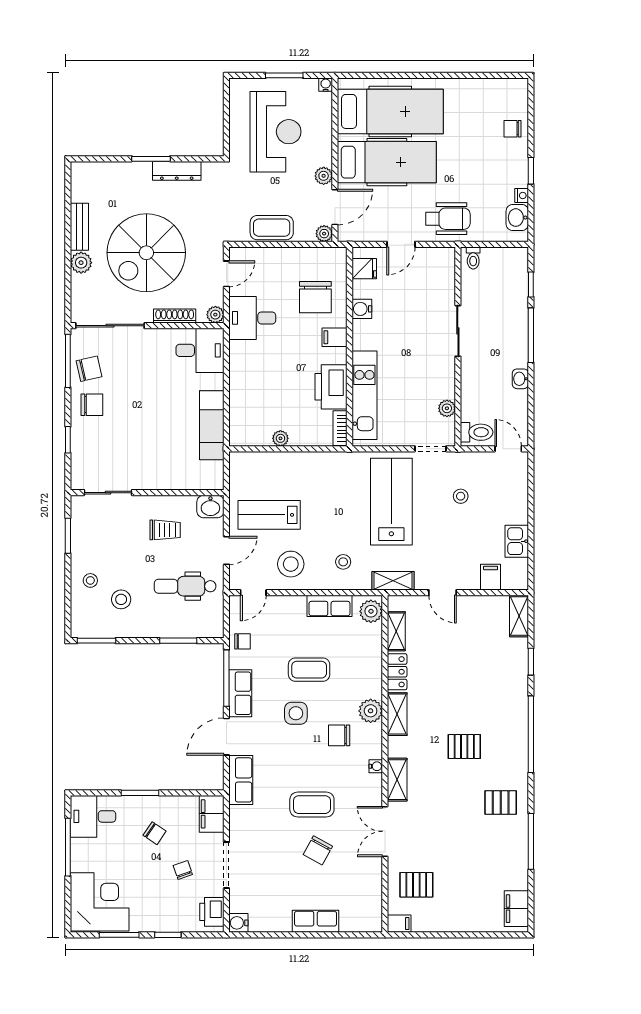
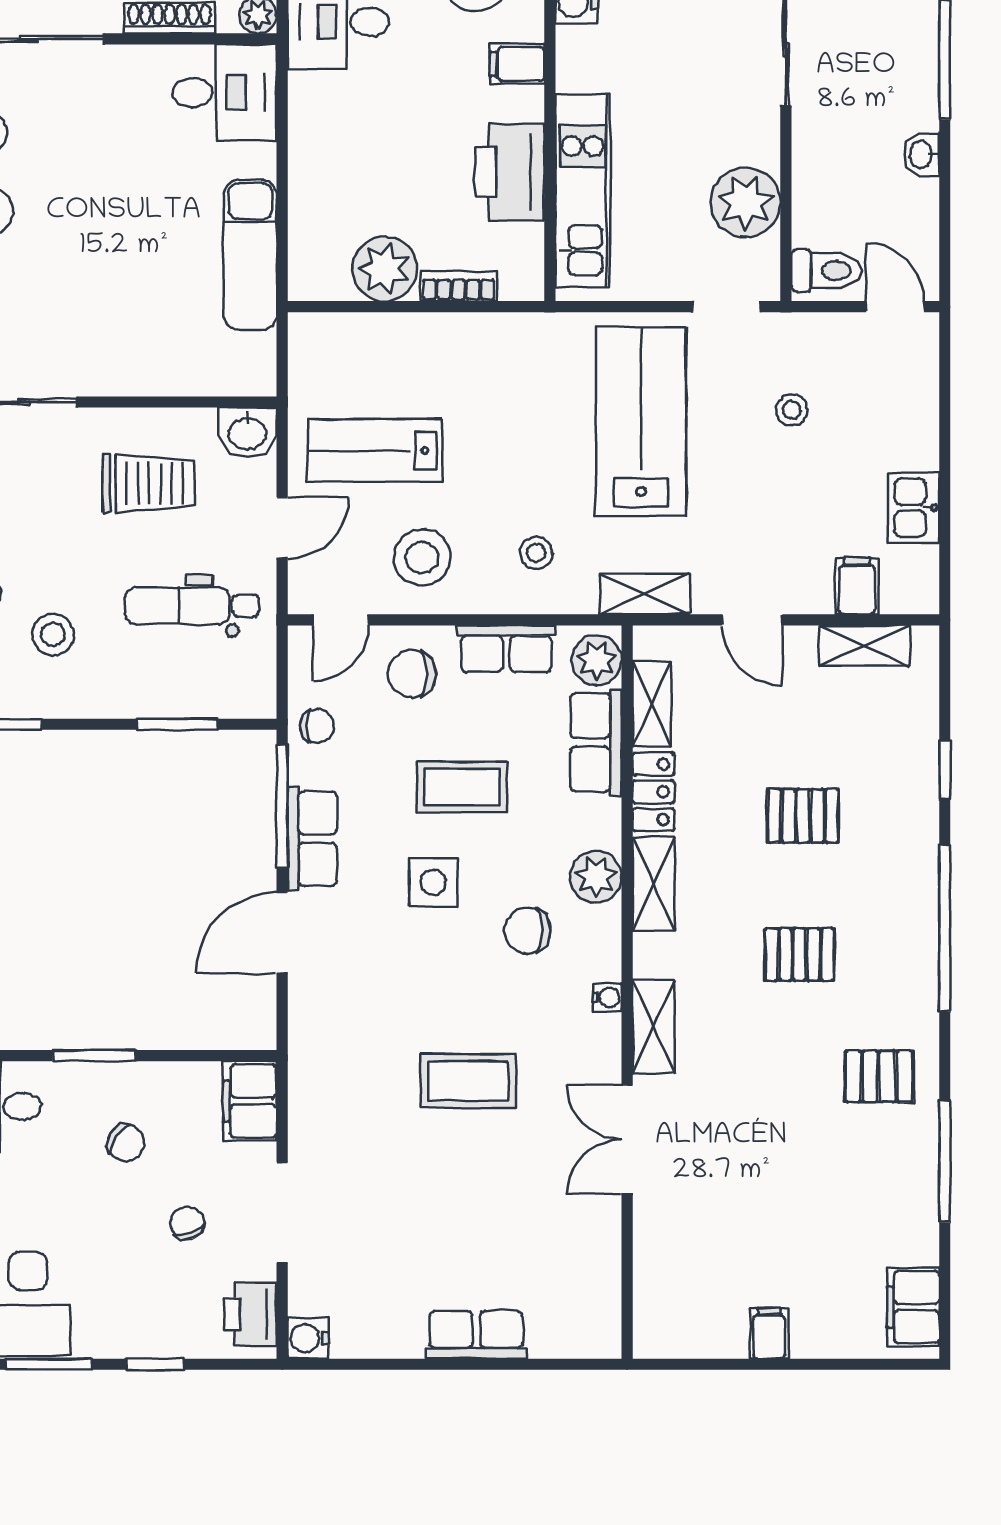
plant: (447, 408) -> (746, 202), width x1.88, depth x1.88
bookcase: (340, 428) -> (458, 286), moved, turned 90
plant: (280, 438) -> (385, 269), width x1.88, depth x1.88
trolley: (165, 530) -> (149, 483), width x1.36, depth x1.39
shelving: (519, 616) -> (864, 646), moved, turned 90
row of seats: (241, 780) -> (596, 742), moved, turned 180
chair: (318, 850) -> (412, 674), moved, turned 61
pallet: (416, 885) -> (803, 816), moved
filing cabinet: (399, 924) -> (769, 1333), moved, turned -90

